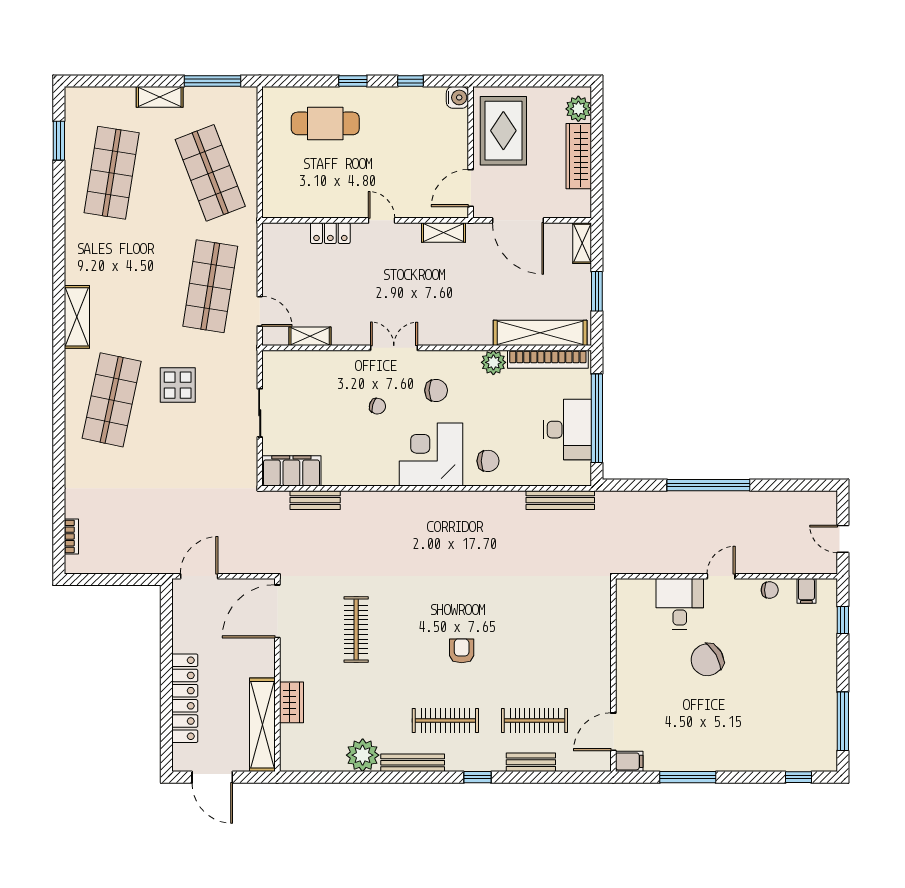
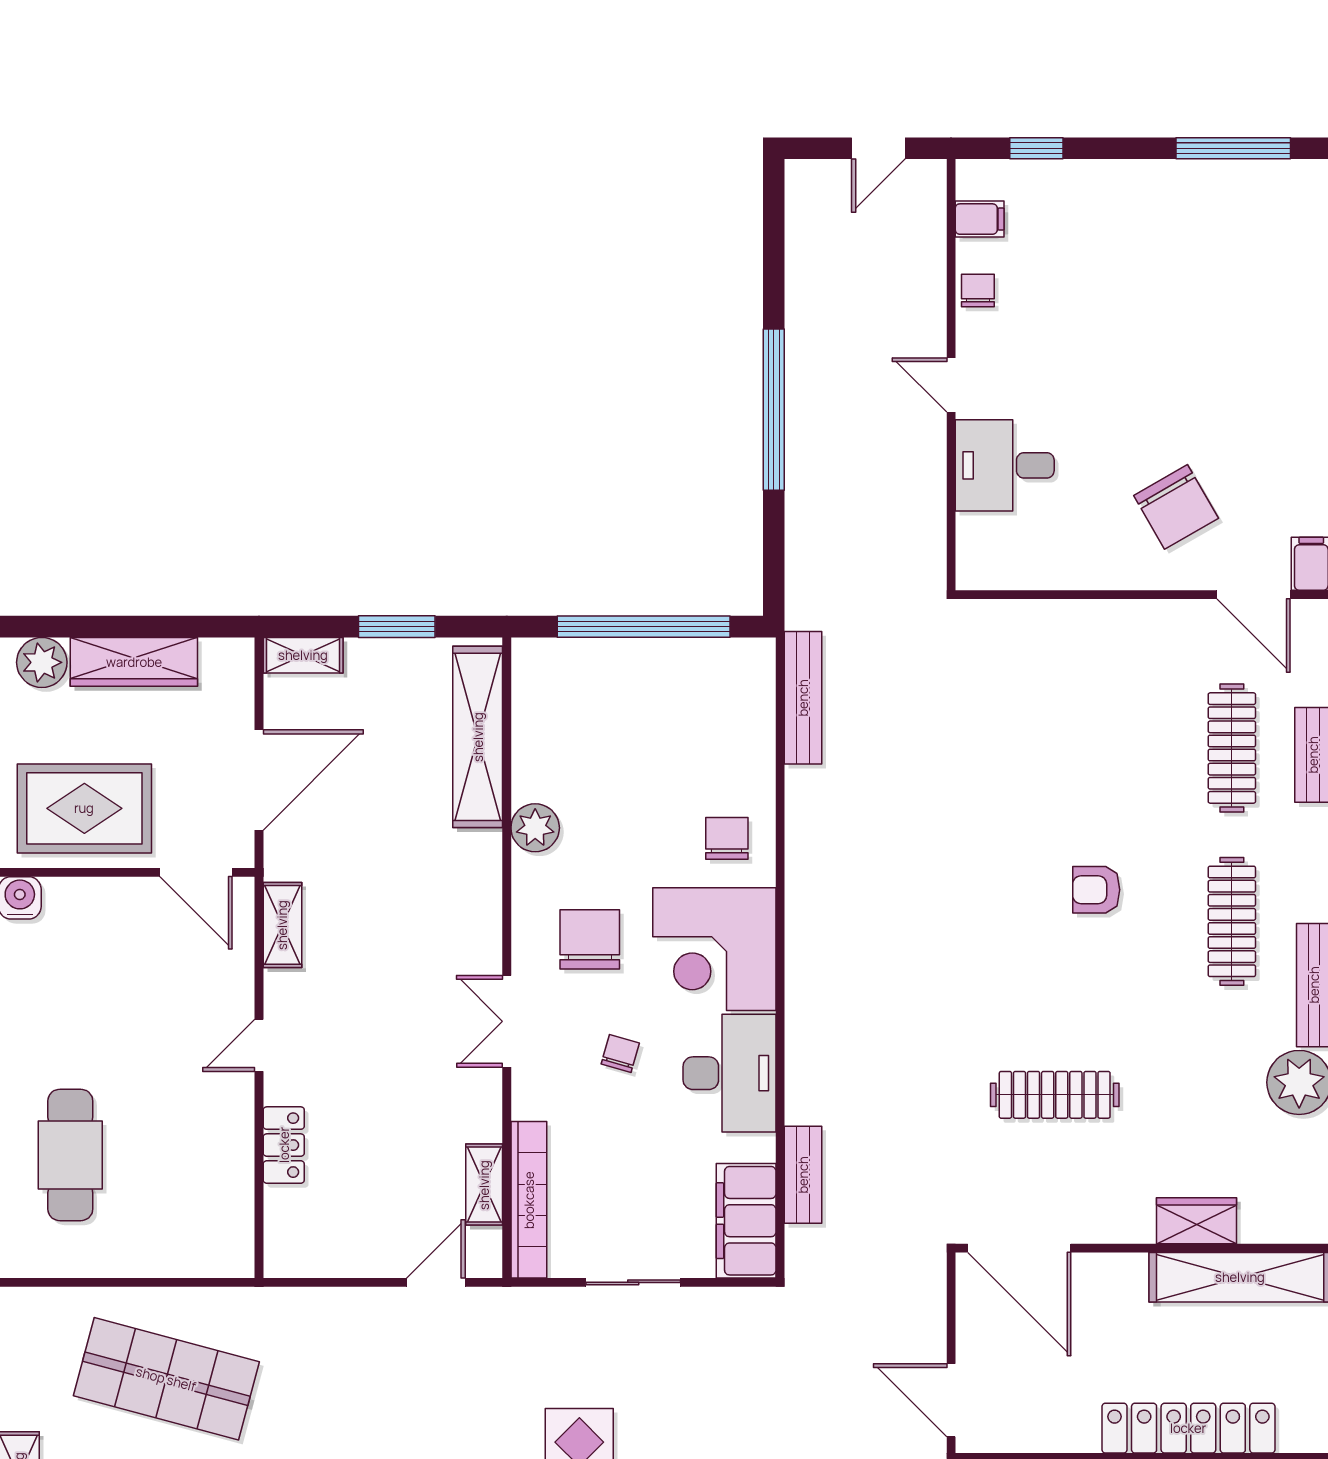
shop shelf: (210, 173) -> (166, 1379), turned 36
shop shelf: (210, 286) -> (387, 1379), removed
bookcase: (548, 359) -> (529, 1200), moved
chair: (436, 390) -> (590, 939), width x1.37, depth x1.37
desk: (568, 430) -> (730, 1073), moved, turned 90
chair: (707, 660) -> (1176, 507), moved

